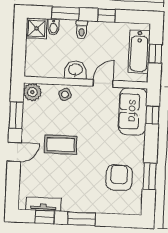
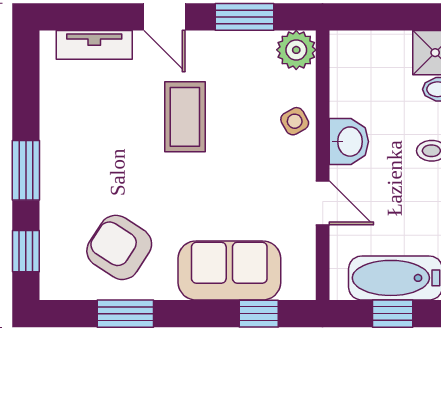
sofa: (133, 111) -> (229, 270), moved
armchair: (119, 178) -> (119, 247), turned -147
tv unit: (44, 204) -> (94, 45), moved, turned 90
window: (45, 217) -> (26, 251), moved

